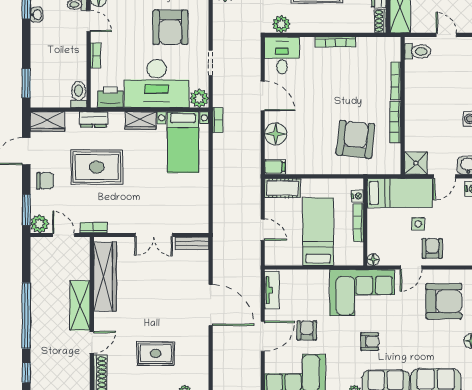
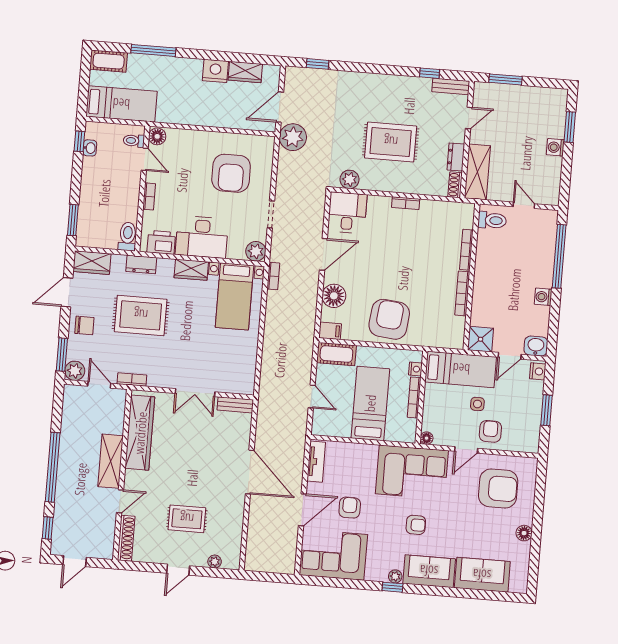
bookcase: (336, 42) -> (406, 203), width x0.64
desk: (157, 84) -> (202, 237), width x0.73, depth x0.77
door: (263, 96) -> (323, 254), hinge flipped
armchair: (356, 139) -> (389, 319), moved

